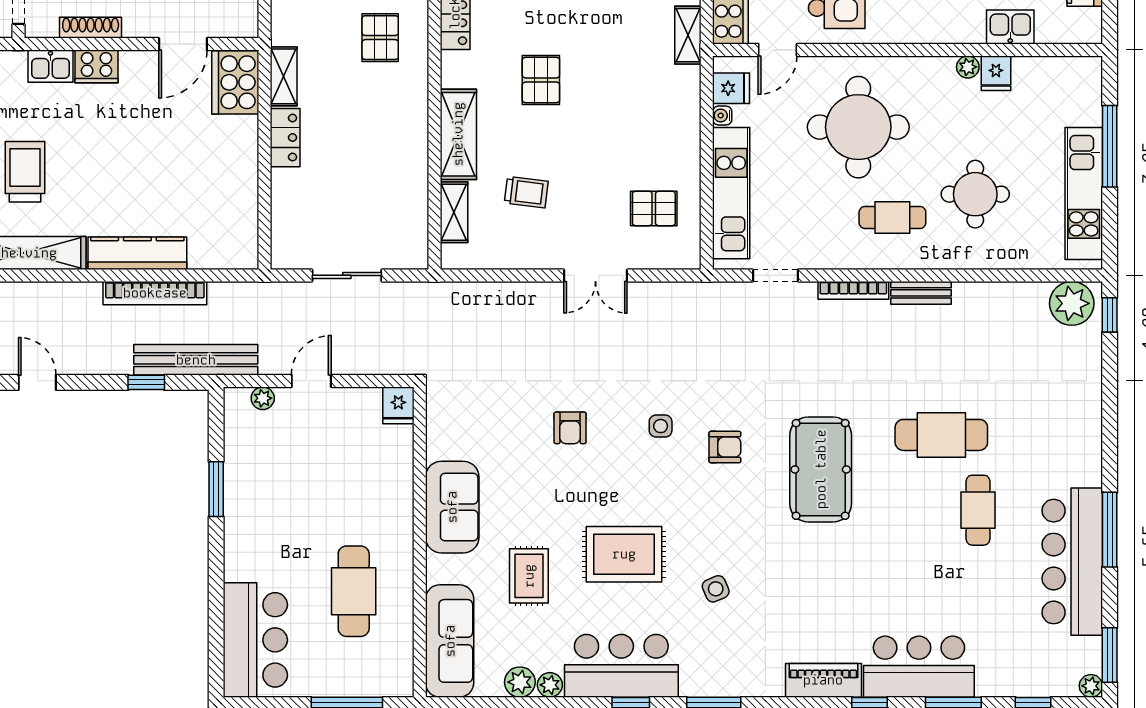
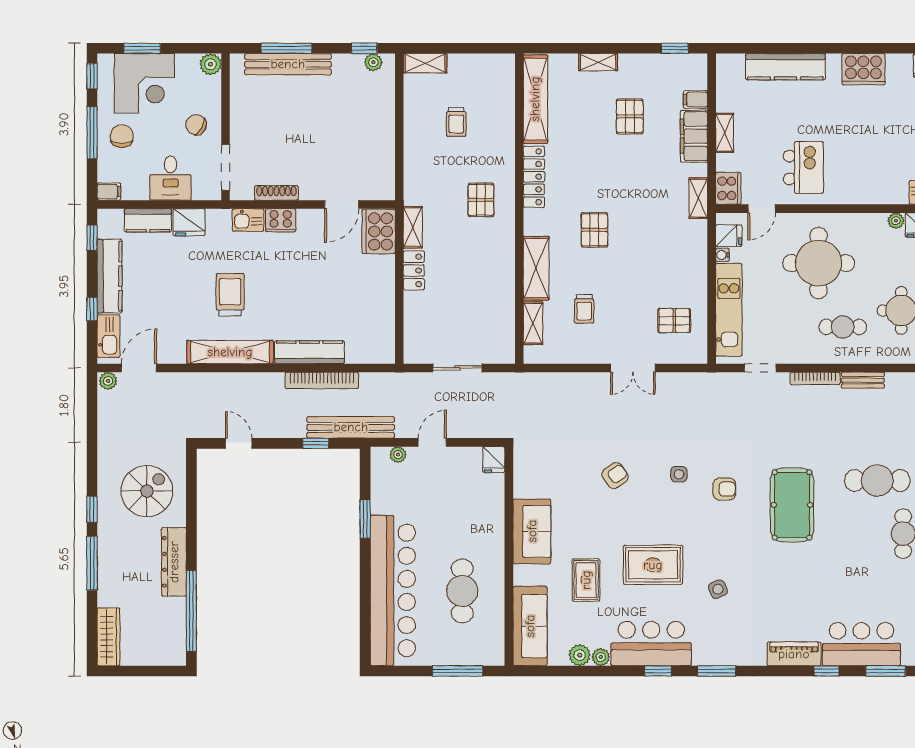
trolley: (526, 192) -> (584, 309), turned 83
armchair: (570, 428) -> (615, 476), turned -125
bar counter: (255, 640) -> (393, 590), width x1.86

